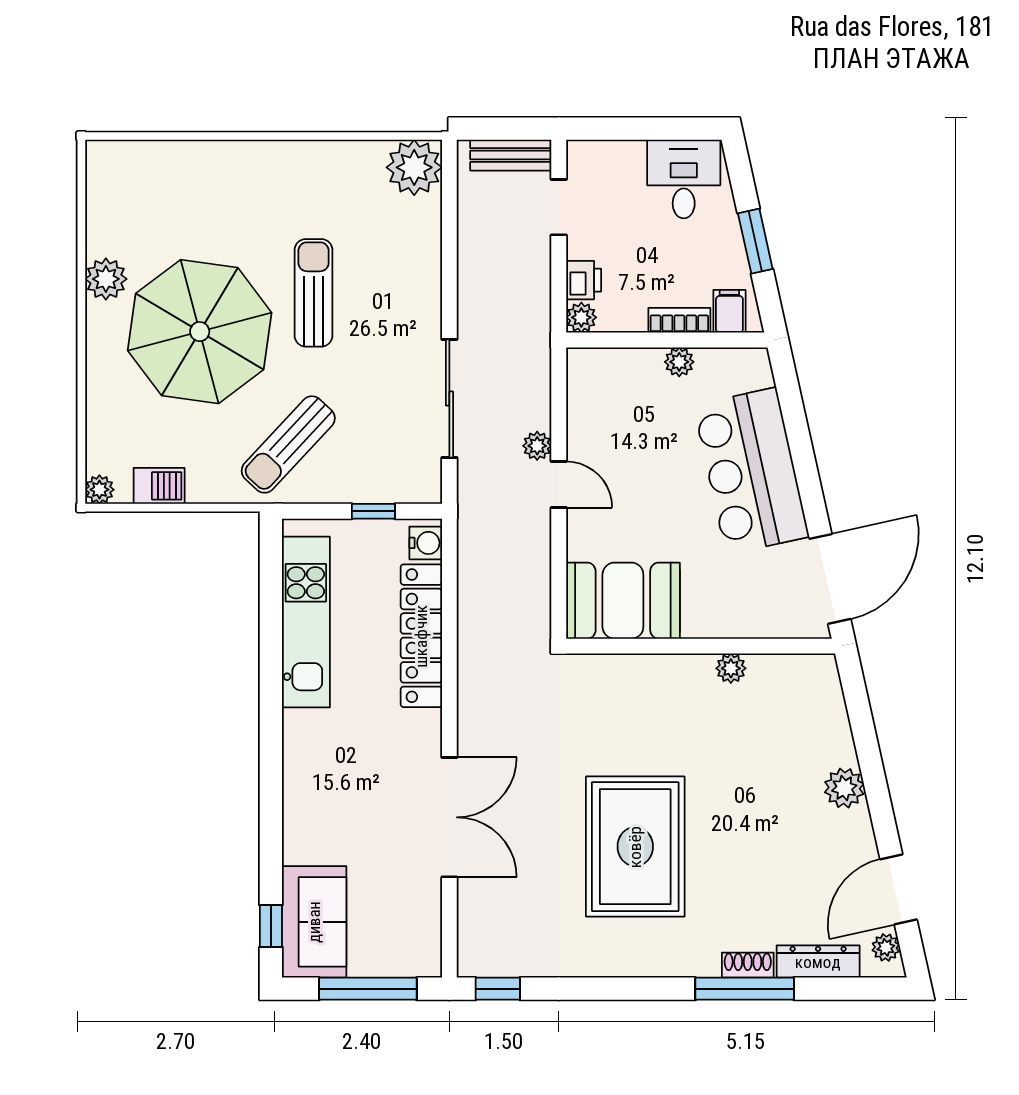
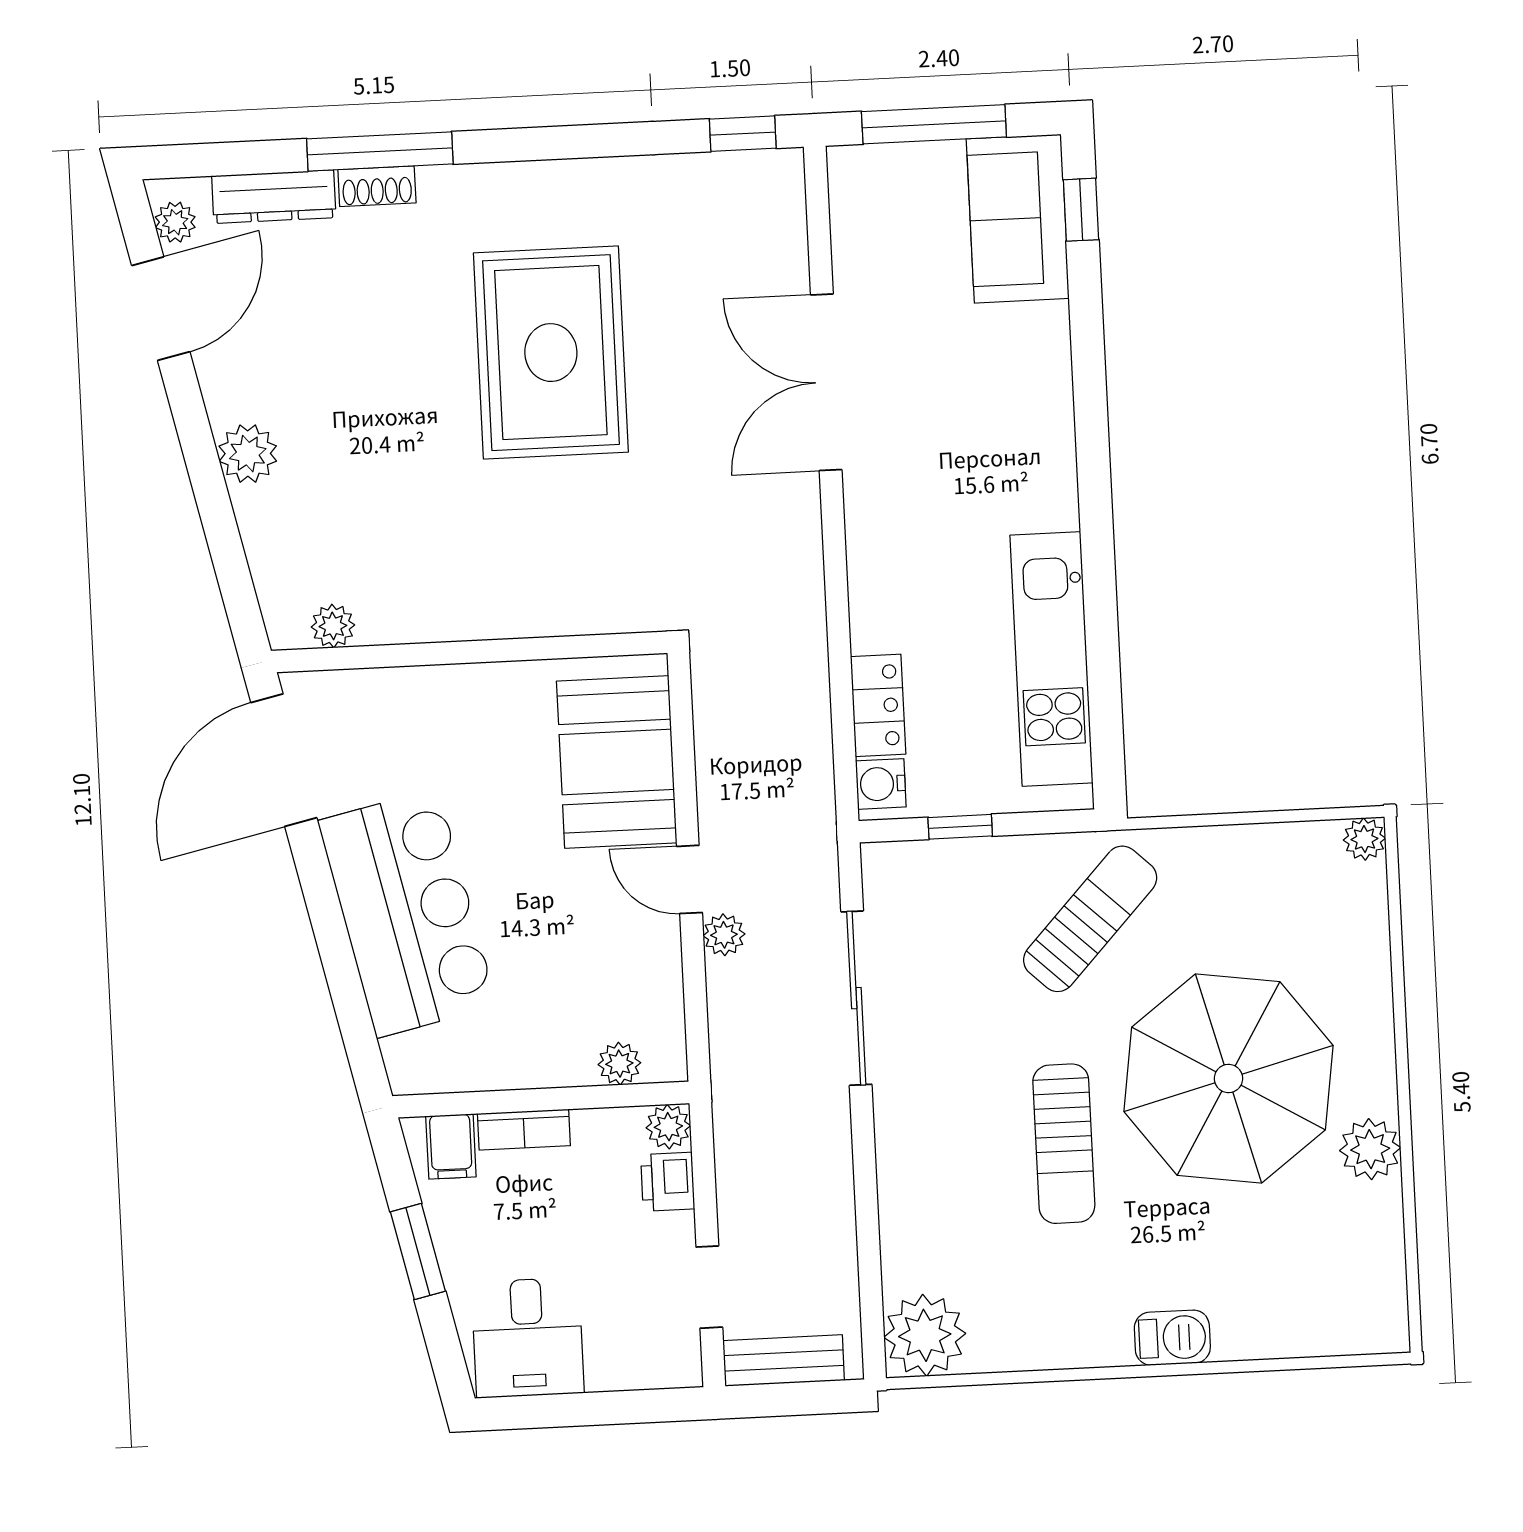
plant: (679, 362) -> (619, 1064), moved
barbecue: (159, 486) -> (1172, 1338), moved, turned 180
booth: (623, 601) -> (617, 762), moved, turned 90
locker: (421, 636) -> (878, 705), width x0.46, depth x0.83
plant: (731, 668) -> (333, 626), moved

